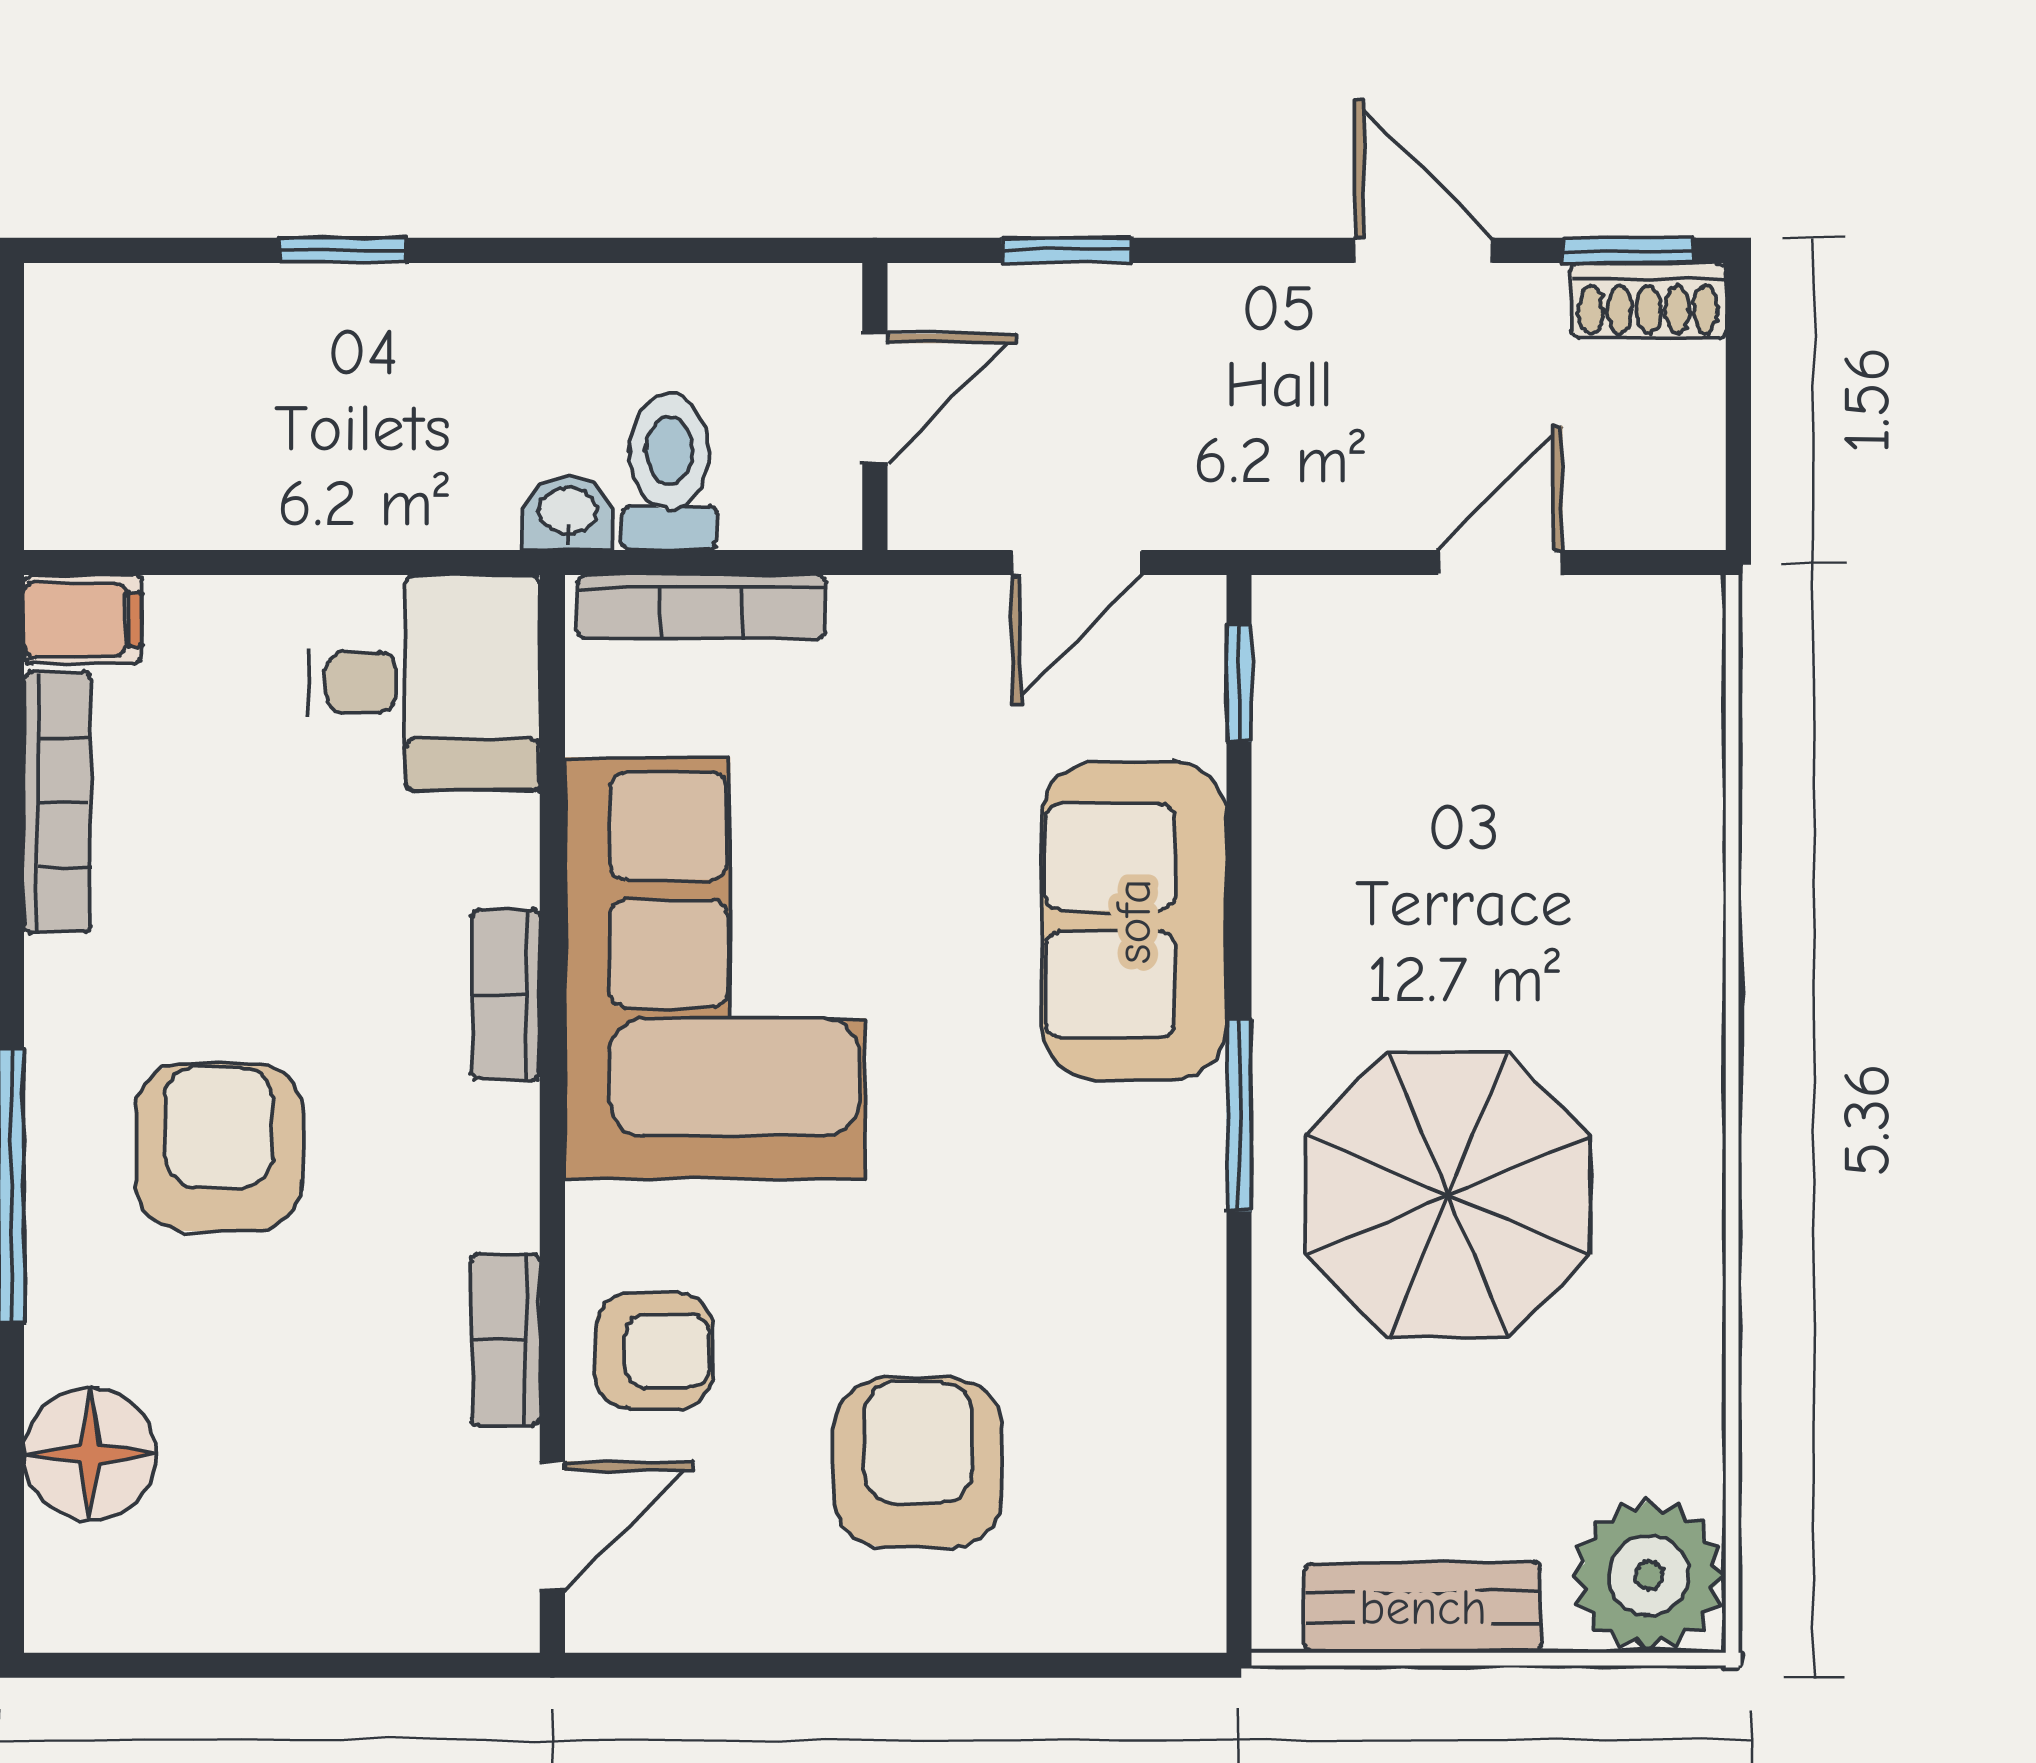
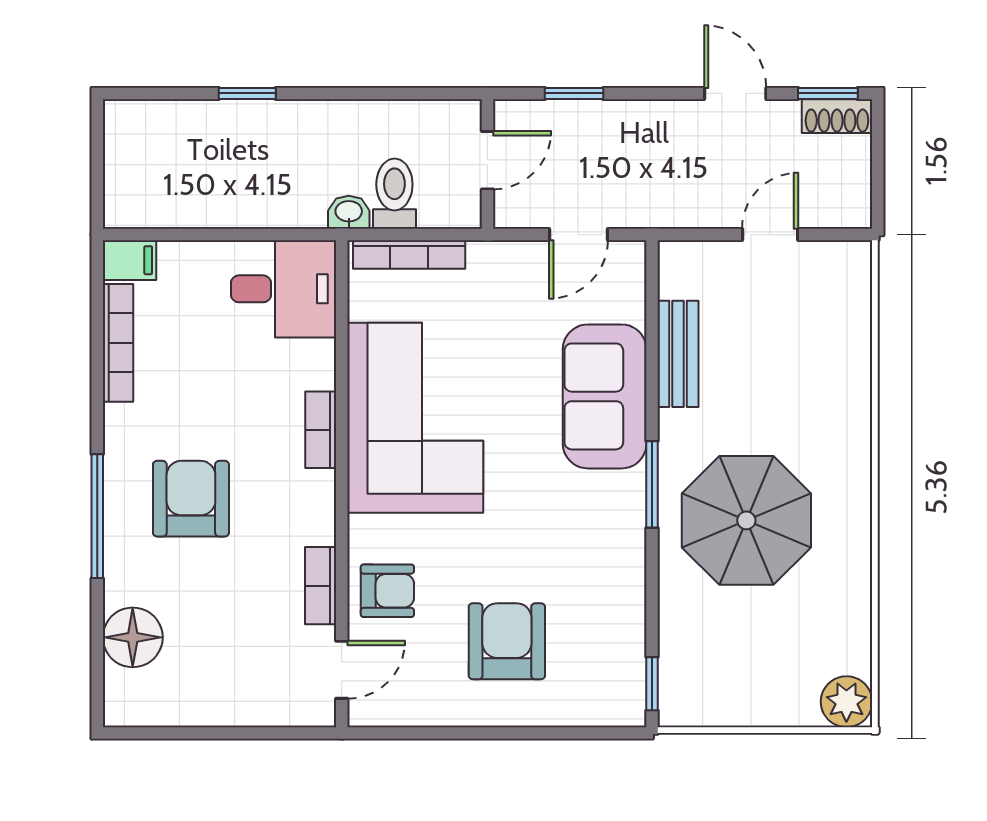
window: (1239, 683) -> (652, 684), moved
plant: (1649, 1576) -> (846, 702), width x0.73, depth x0.73
bench: (1423, 1608) -> (678, 354), moved, turned 90

